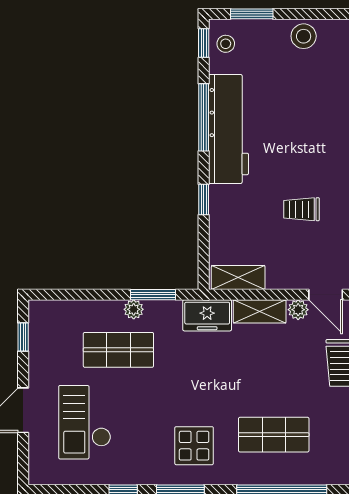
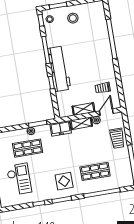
stool: (304, 36) -> (73, 18), moved
workbench: (228, 129) -> (59, 69), moved
trolley: (301, 209) -> (103, 88), moved
shelving: (238, 277) -> (83, 109), moved
door: (326, 295) -> (106, 112), swing flipped
checkout: (85, 422) -> (19, 179), turned 180

